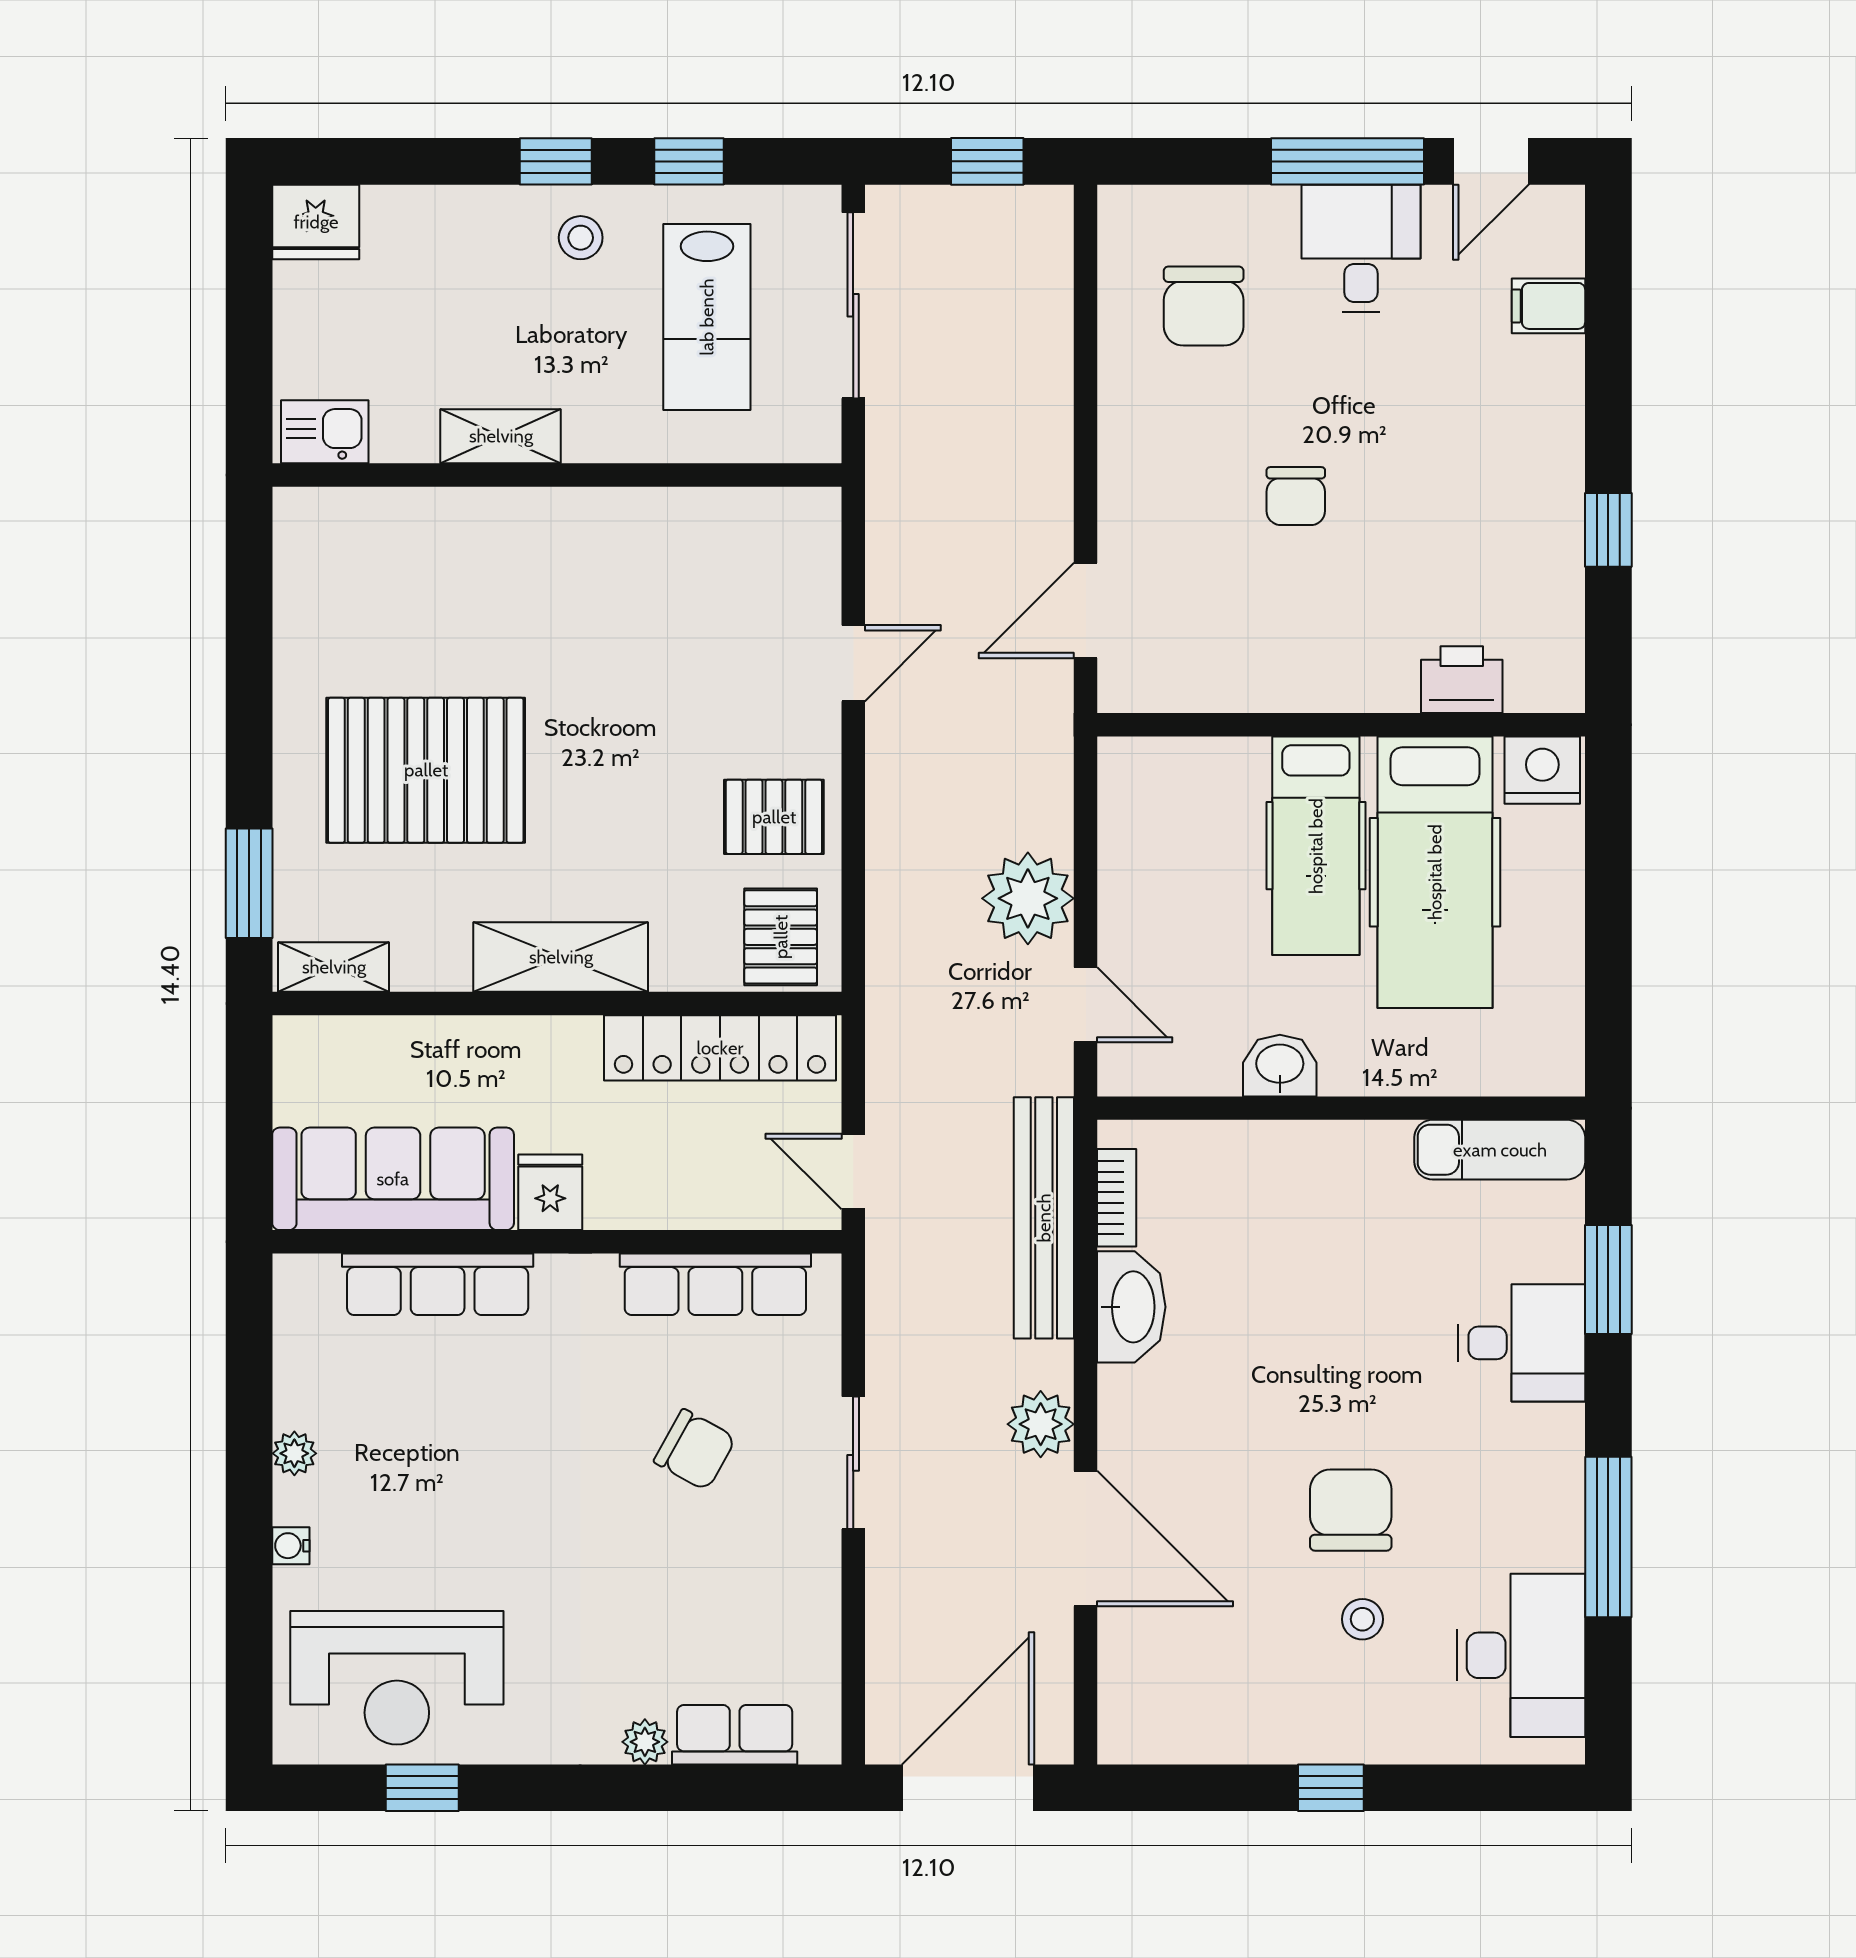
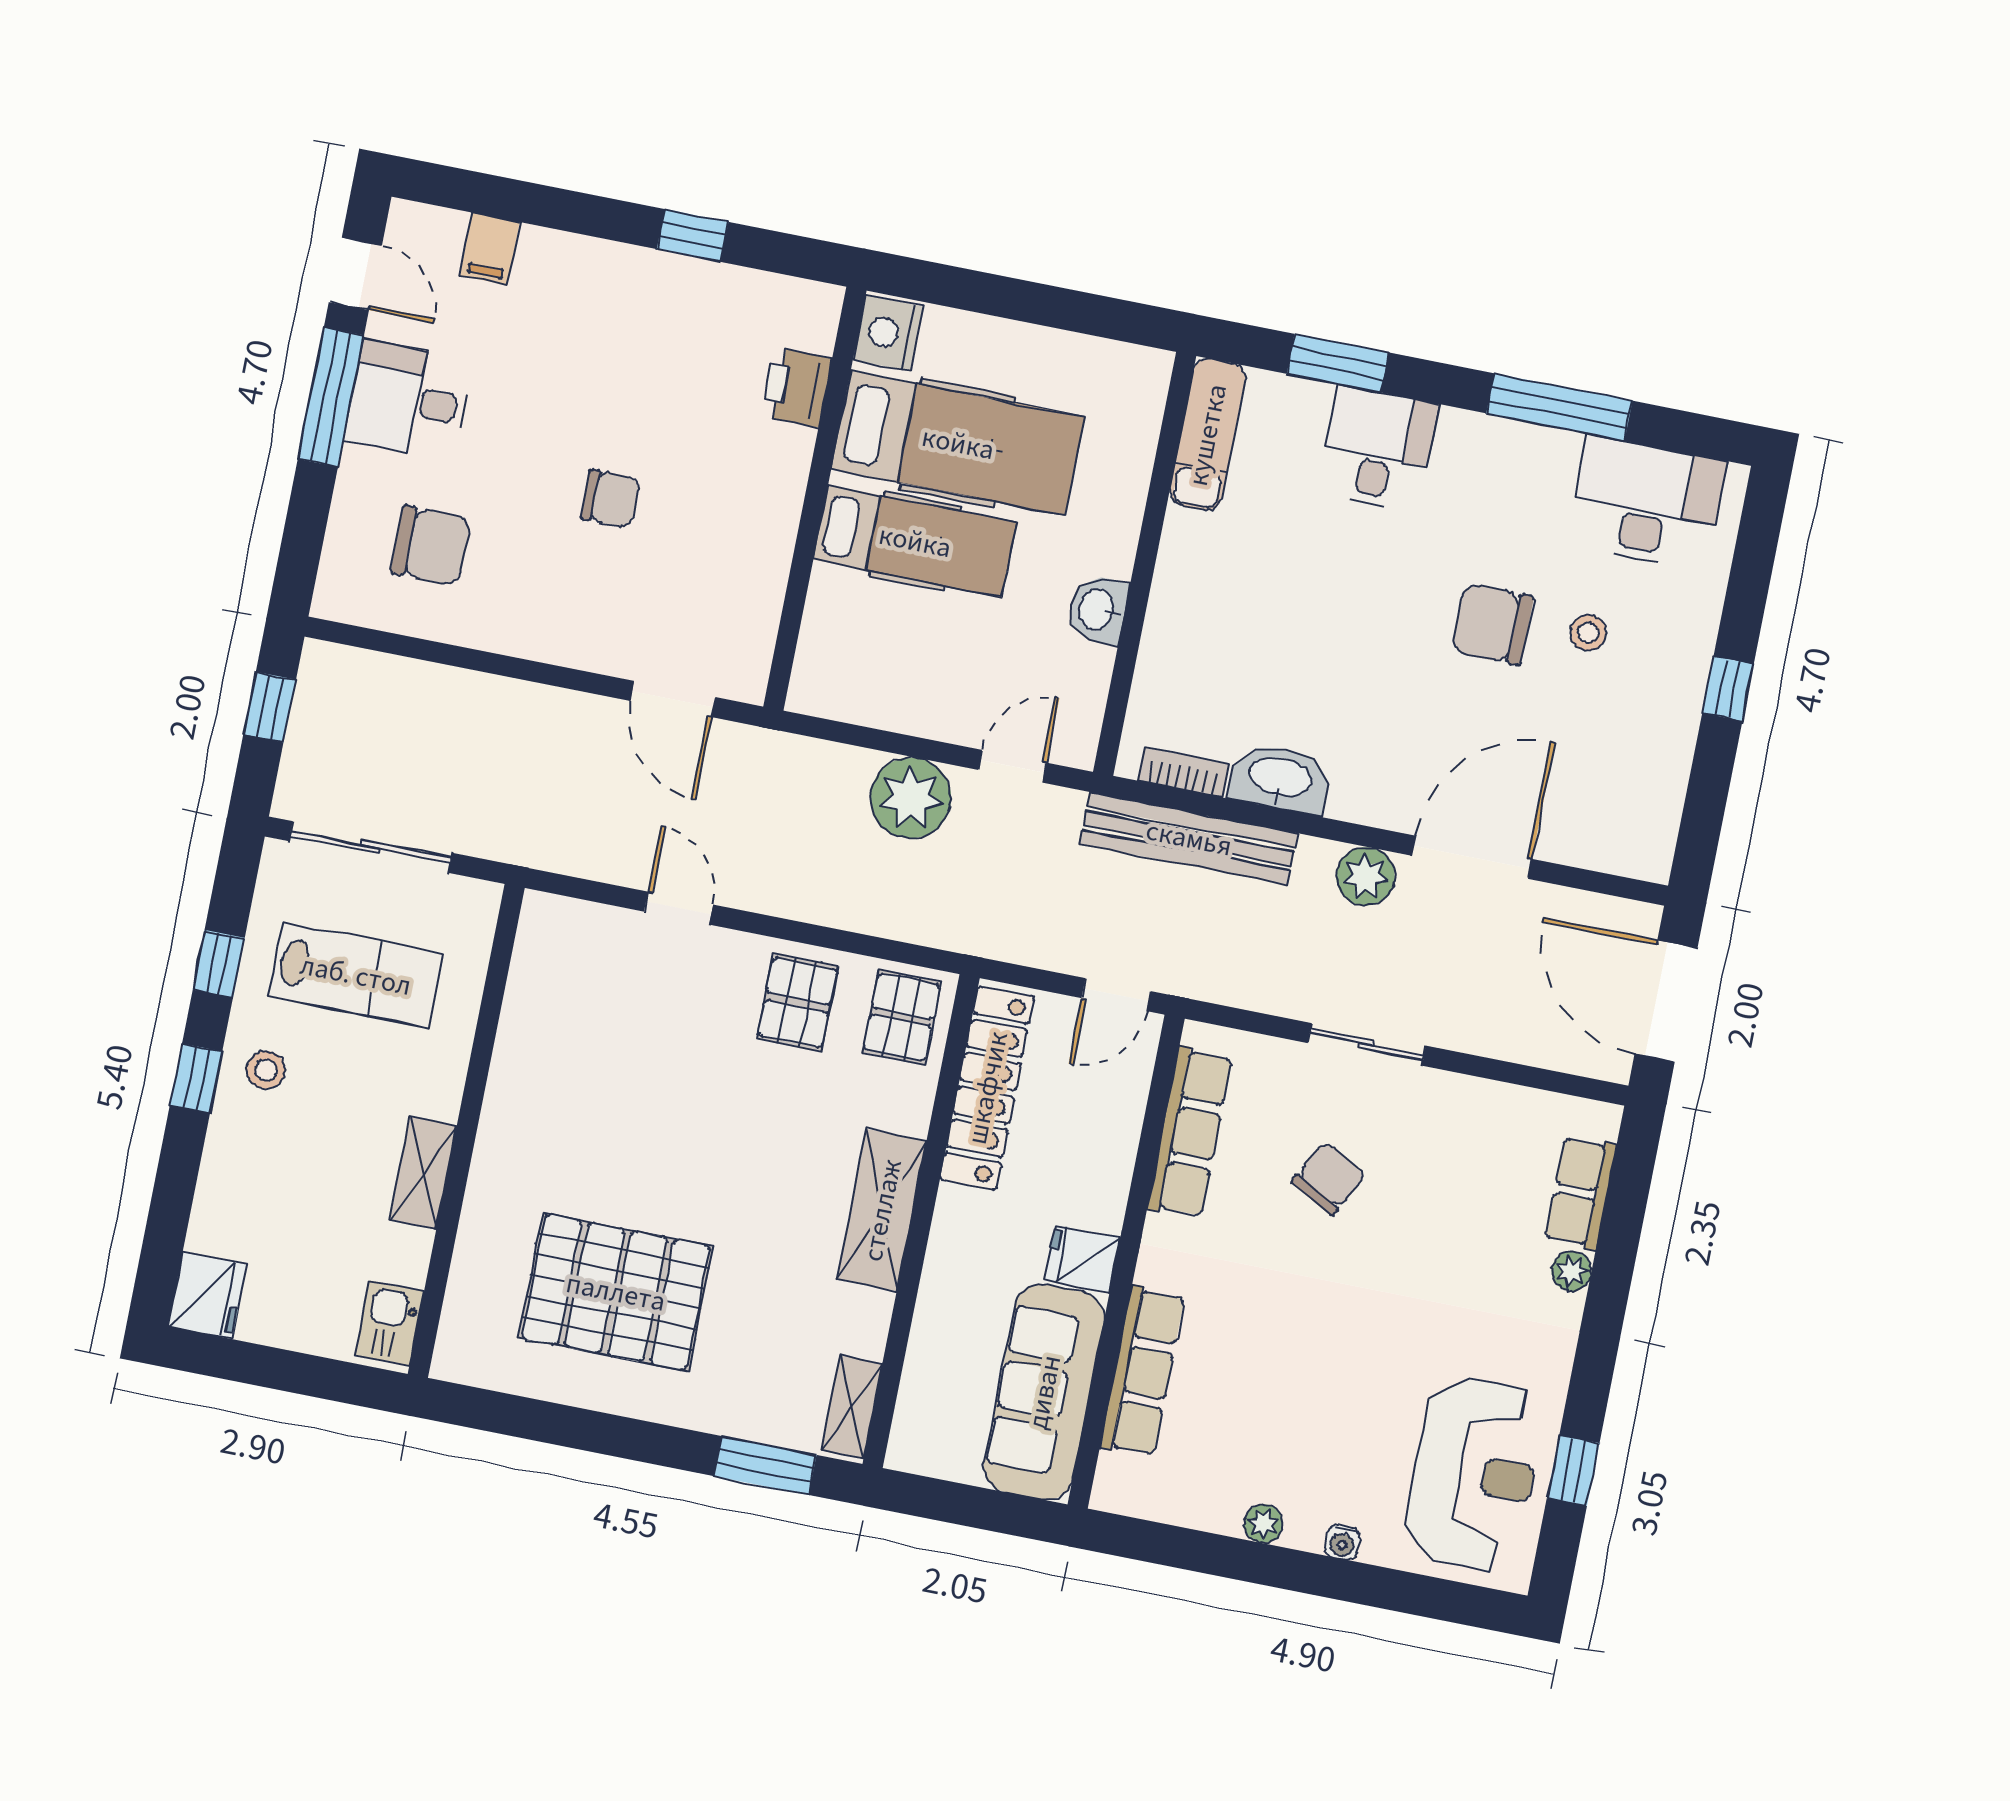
pallet: (426, 770) -> (616, 1292), moved, turned 90
pallet: (781, 937) -> (902, 1017), turned 90

